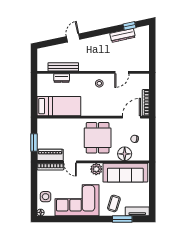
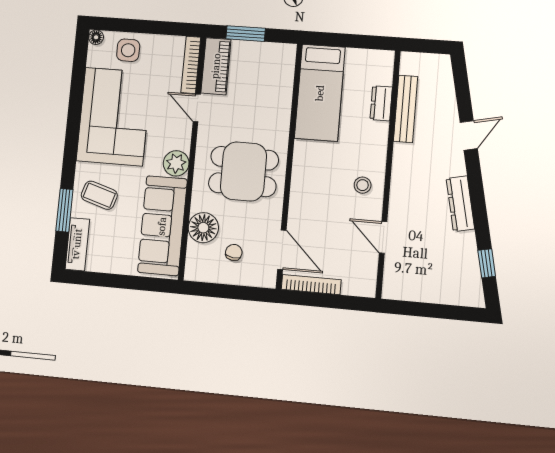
dresser: (123, 35) -> (460, 204), moved
door: (73, 38) -> (469, 135), hinge flipped
door: (70, 162) -> (197, 108), hinge flipped

